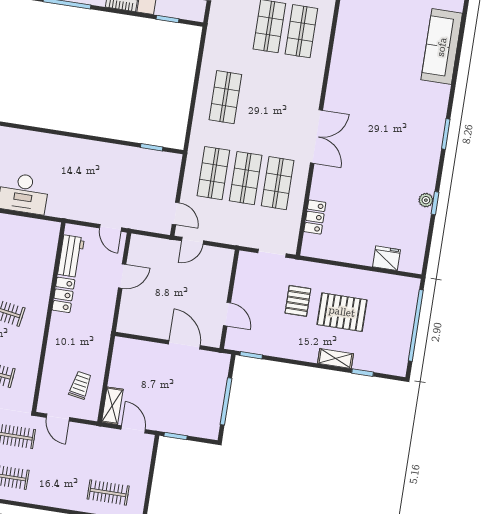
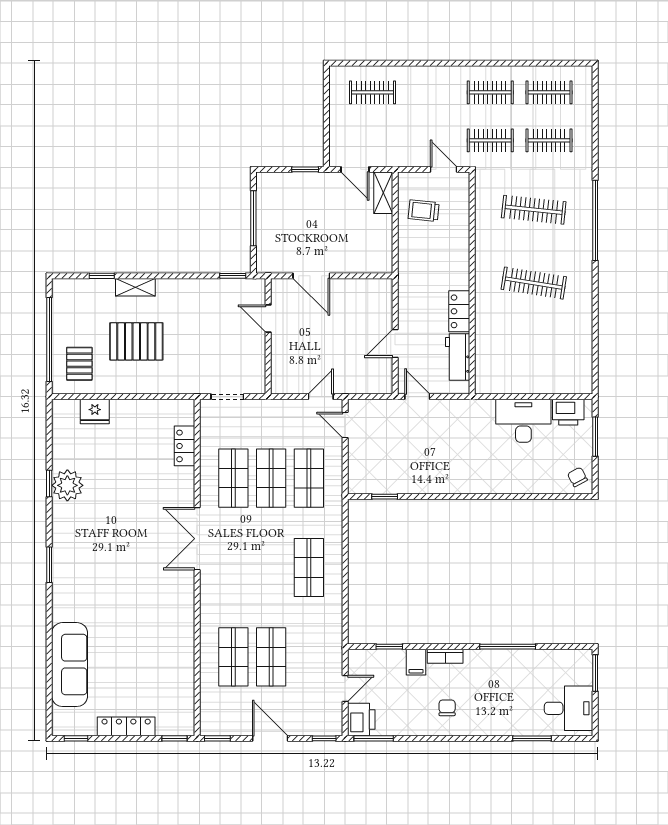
plant: (426, 200) -> (67, 485), width x1.88, depth x1.88
pallet: (298, 301) -> (79, 364), moved
trolley: (80, 385) -> (424, 211), turned 86

